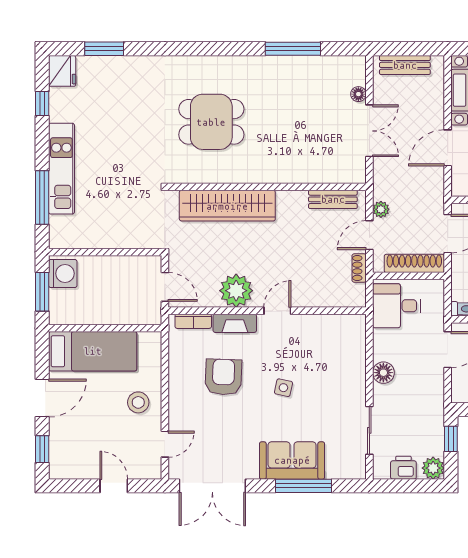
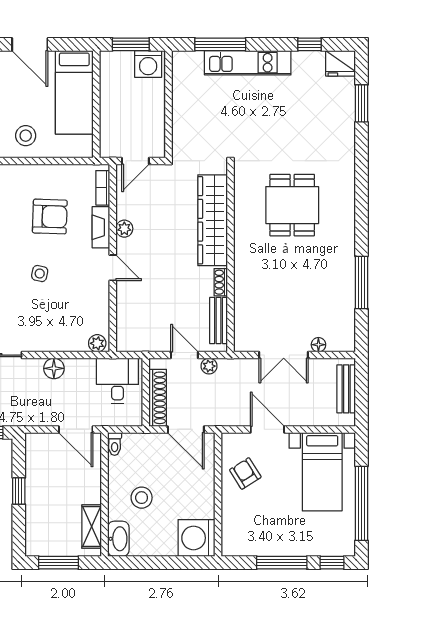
shoe rack: (359, 268) -> (221, 282), moved, turned -90
plant: (236, 291) -> (124, 229), width x0.53, depth x0.53
plant: (357, 327) -> (97, 343), added

